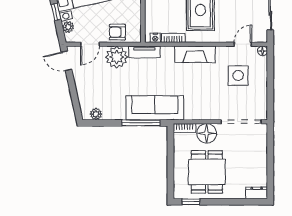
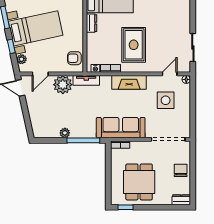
armchair: (117, 32) -> (74, 58), moved
sofa: (155, 108) -> (121, 128), moved
plant: (96, 114) -> (65, 133), moved
floor lamp: (207, 133) -> (139, 149), removed
chair: (256, 158) -> (181, 170), added

